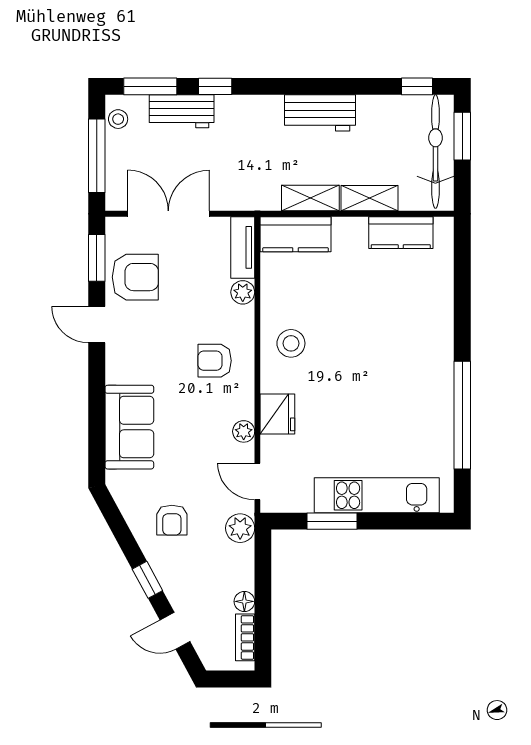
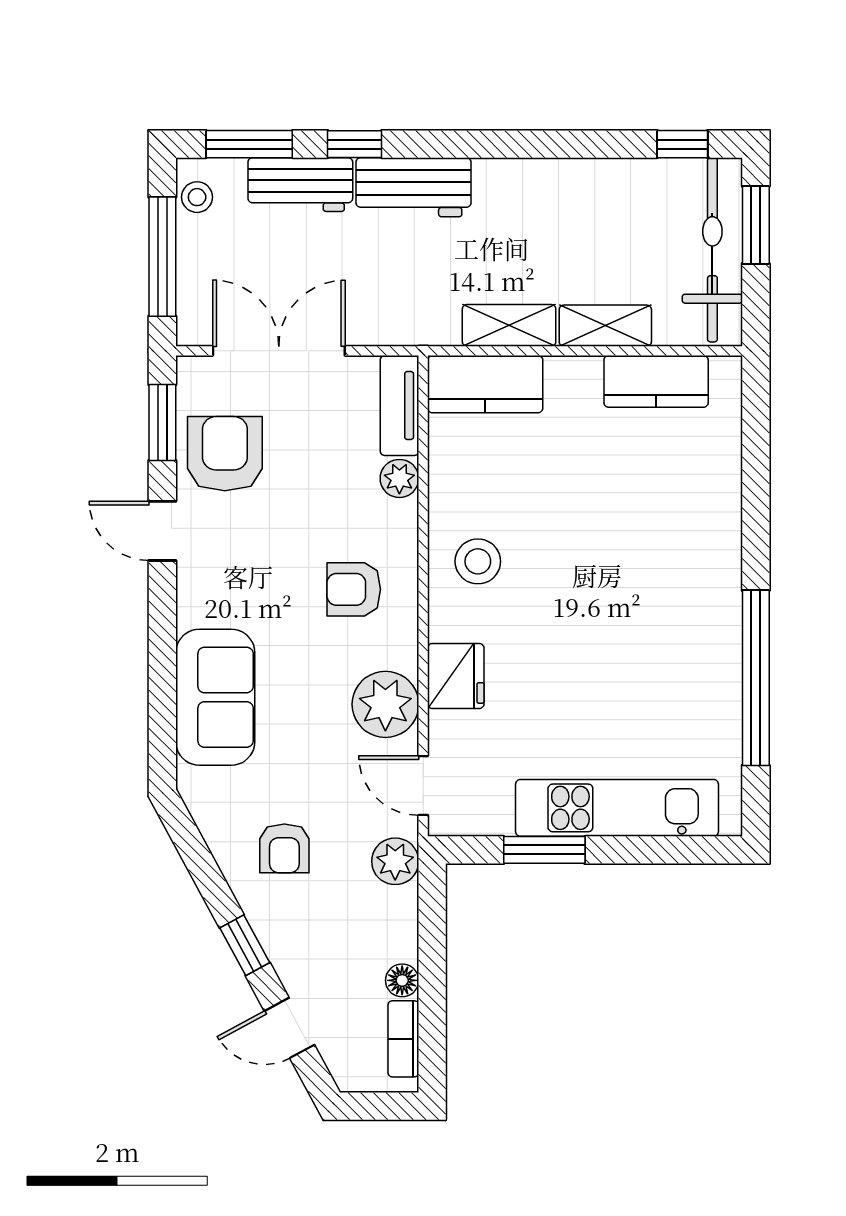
workbench: (320, 113) -> (413, 187), moved
armchair: (135, 277) -> (225, 454), turned -90
plant: (244, 431) -> (385, 704), width x1.87, depth x1.87

